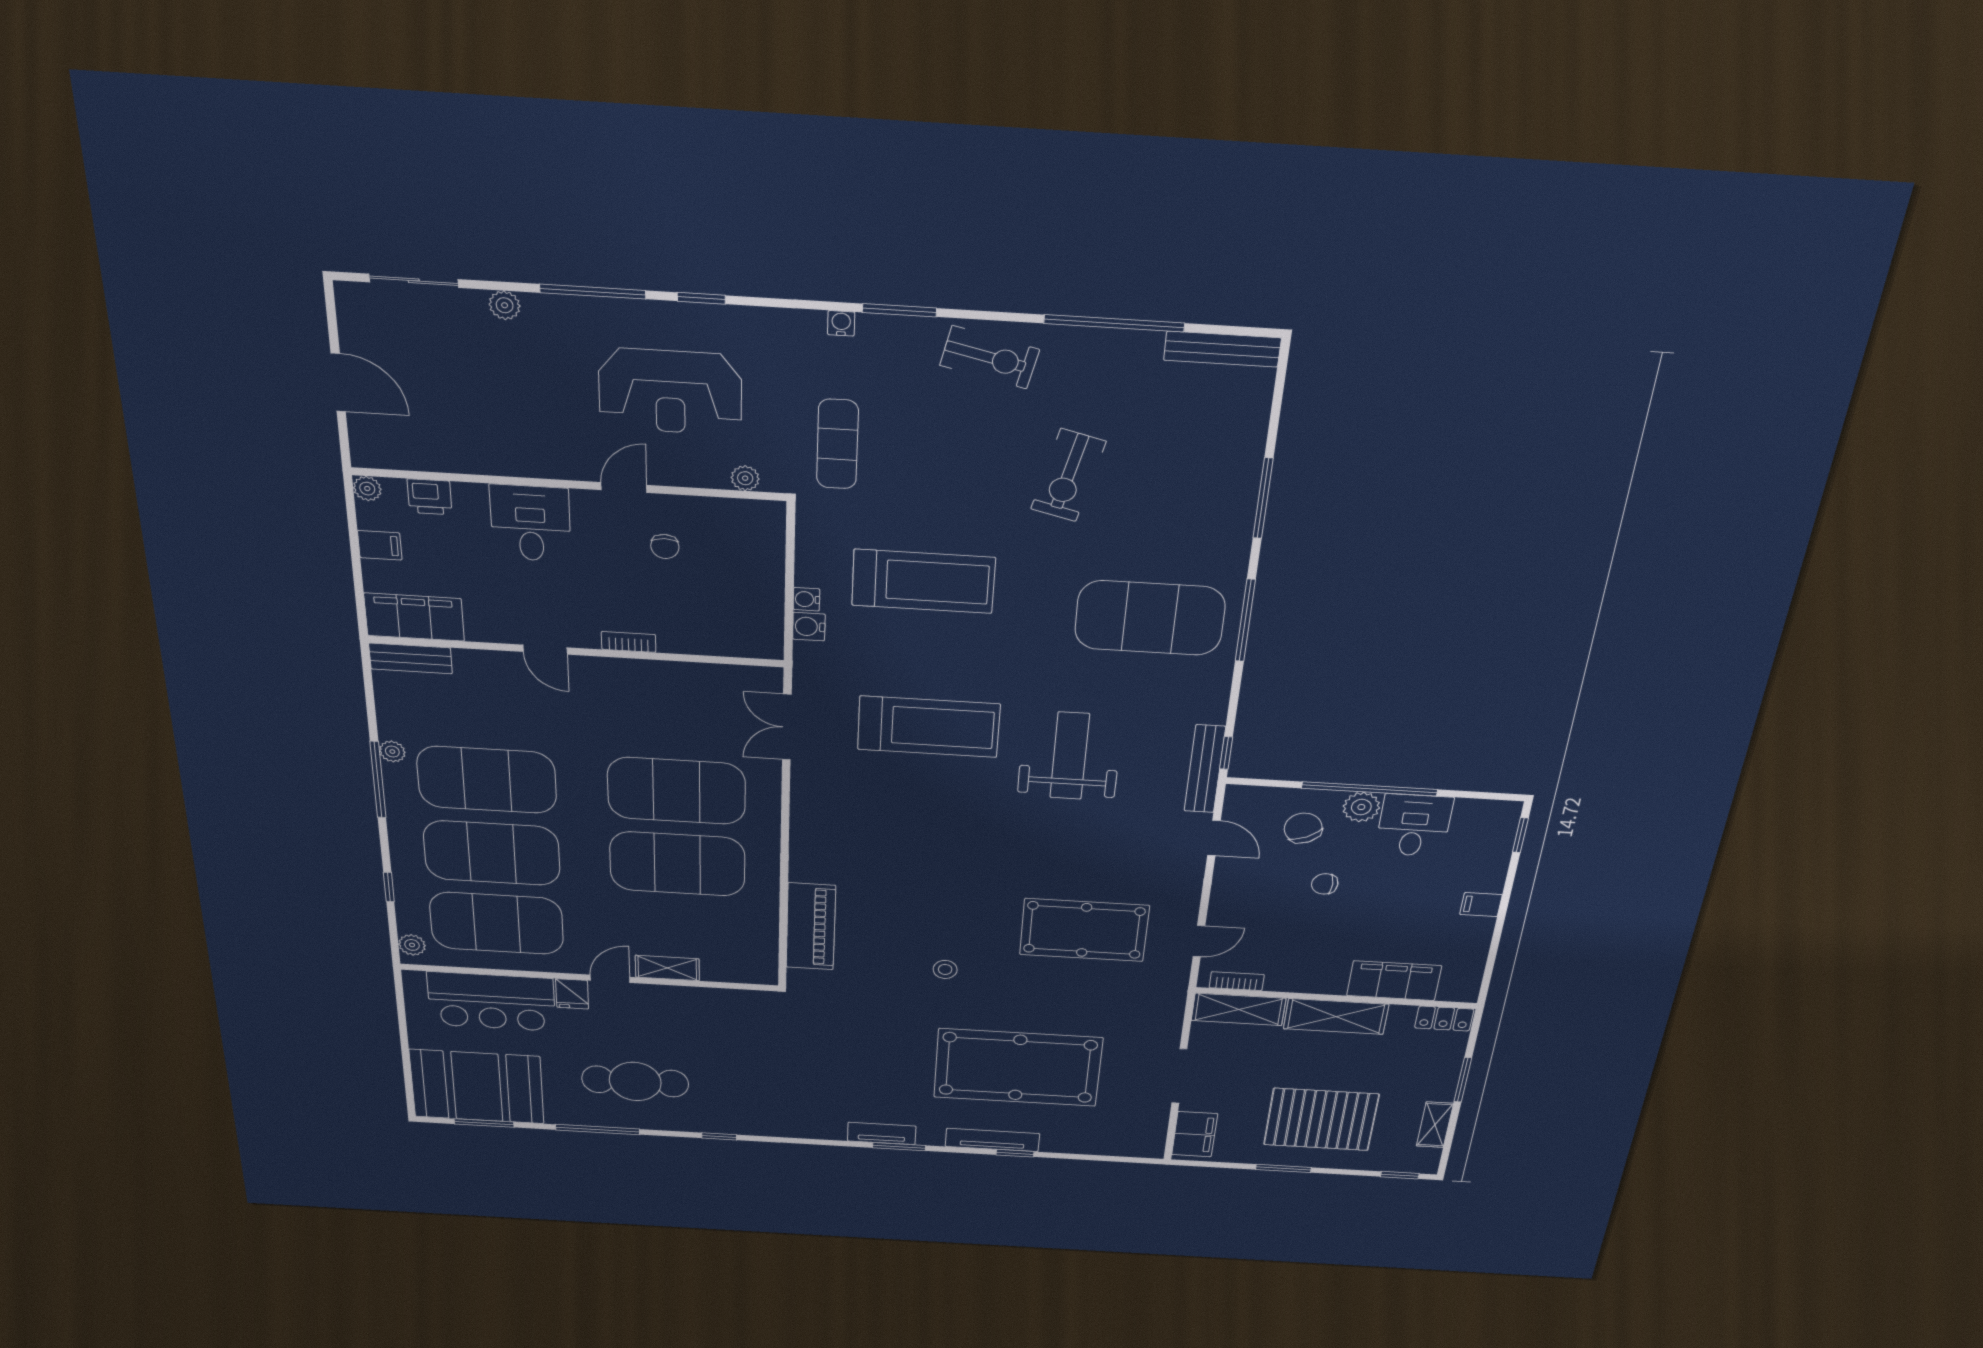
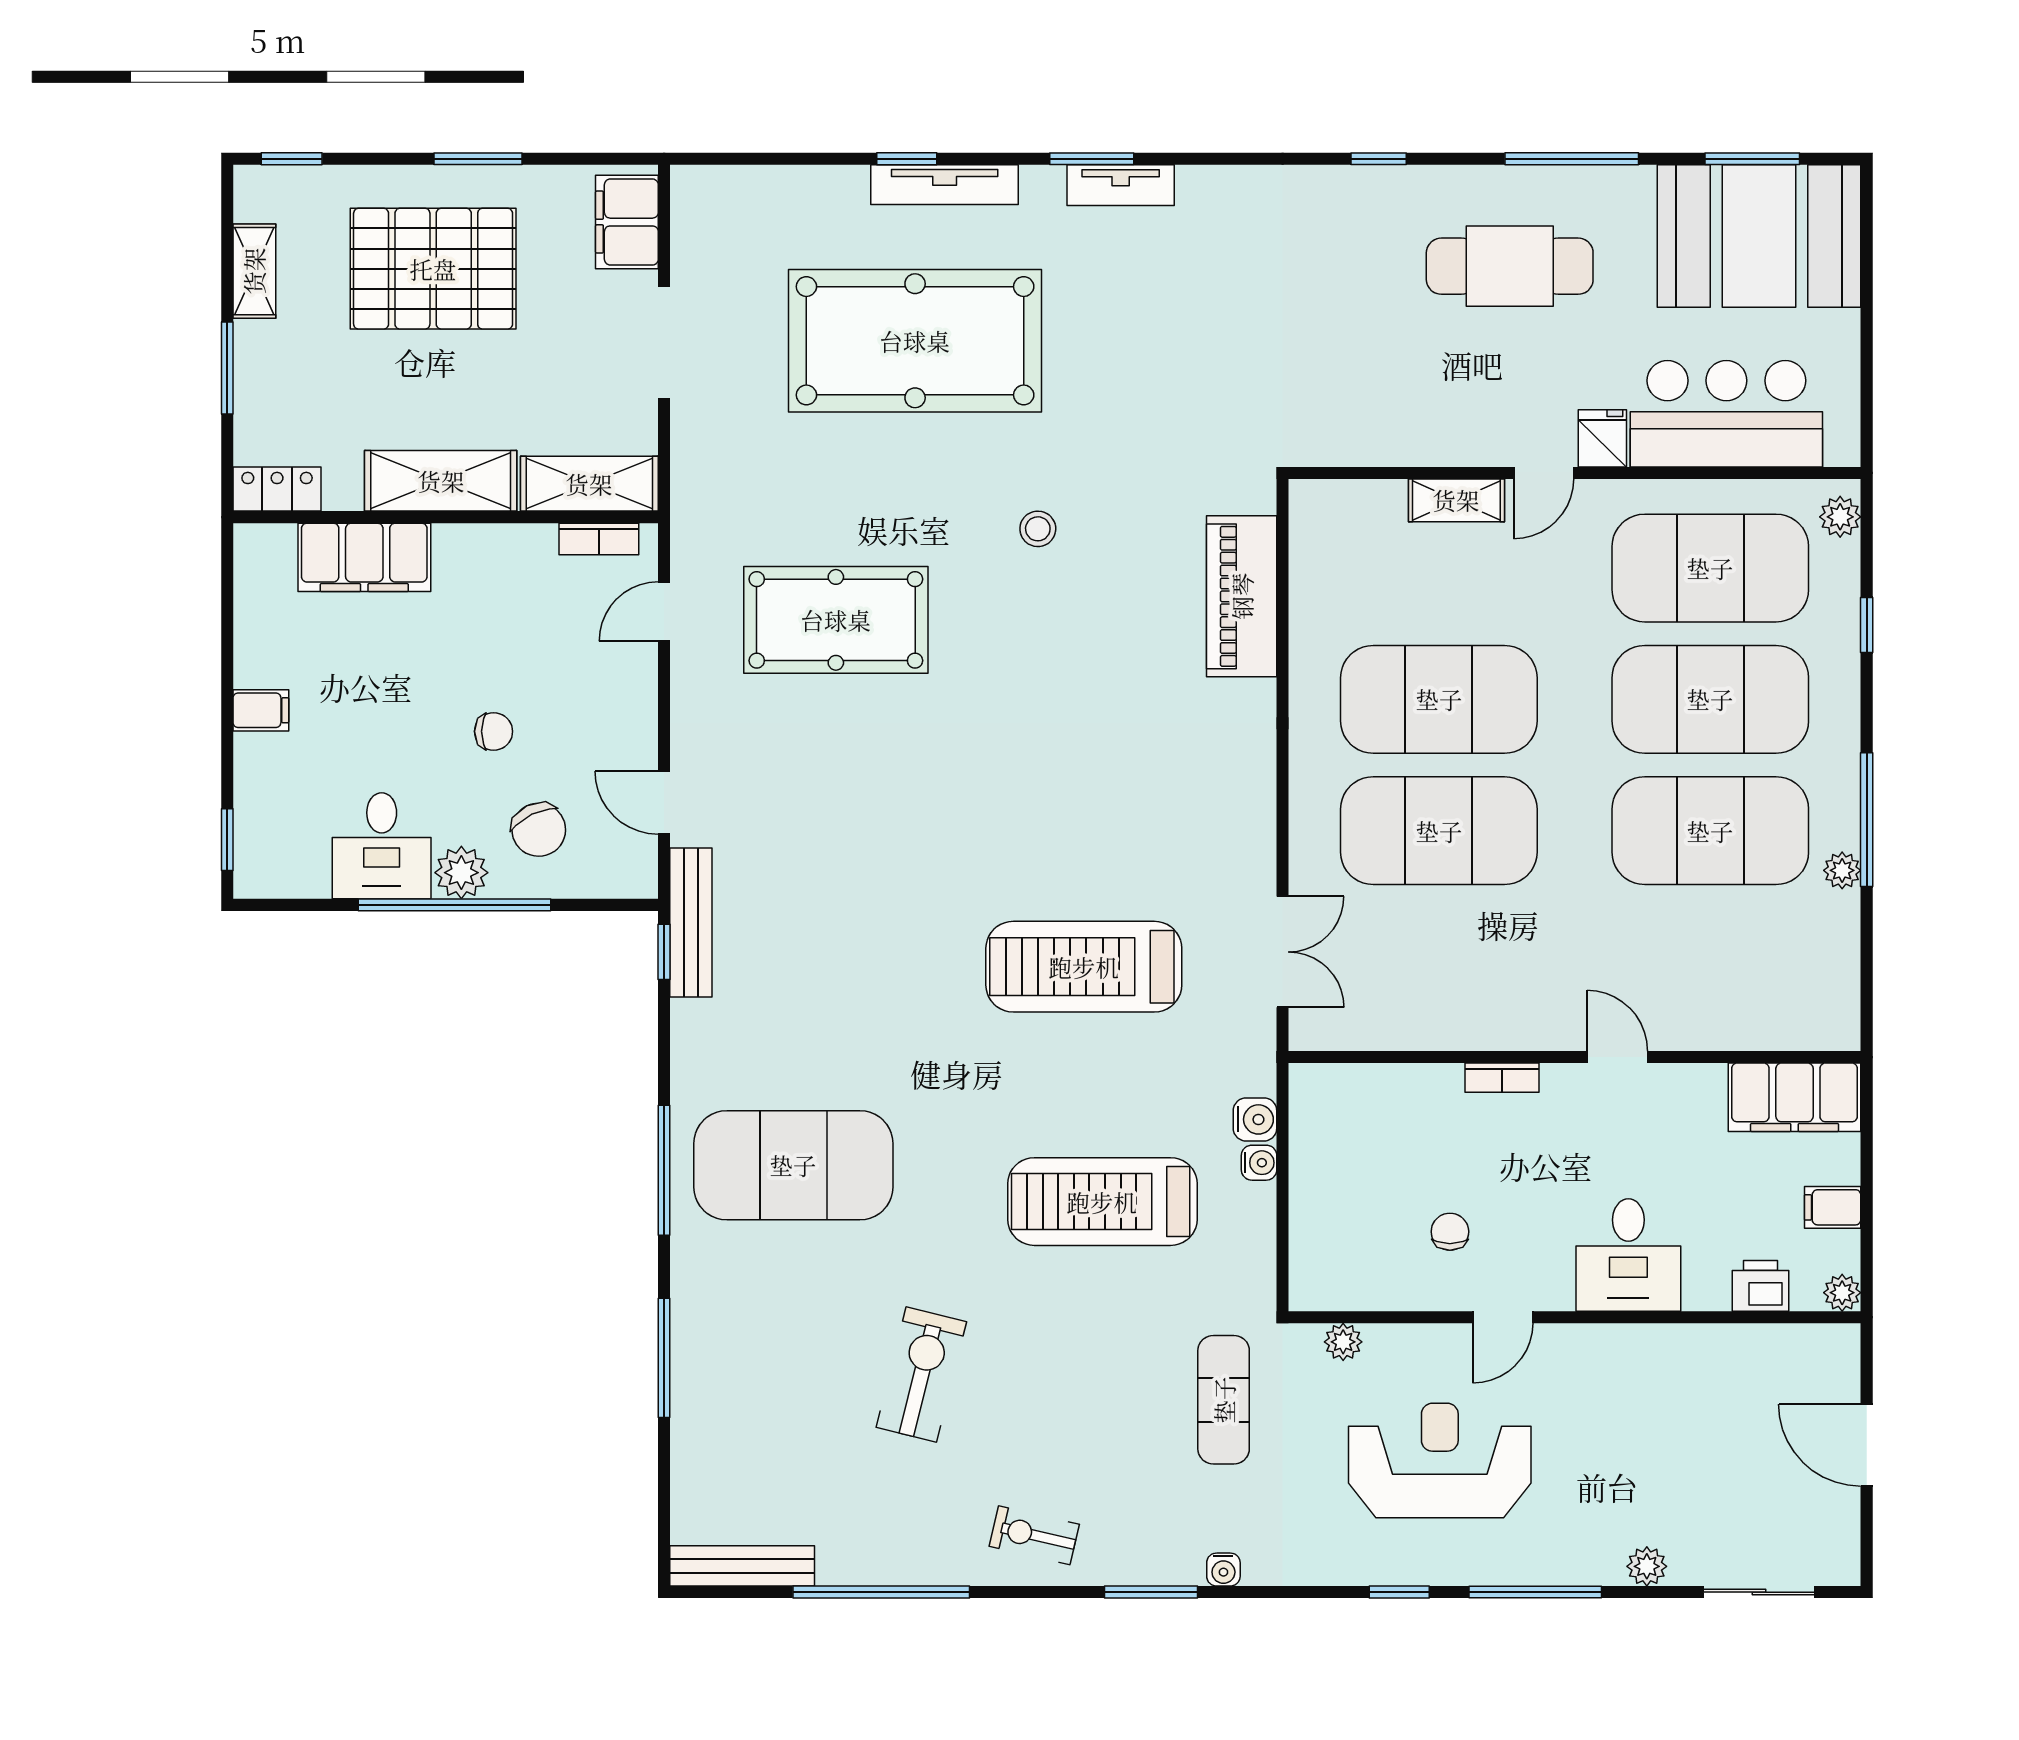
exercise bike: (990, 357) -> (1034, 1535), width x0.73, depth x0.72
bench: (411, 658) -> (1804, 1030), removed
weight bench: (1070, 756) -> (883, 931), removed

